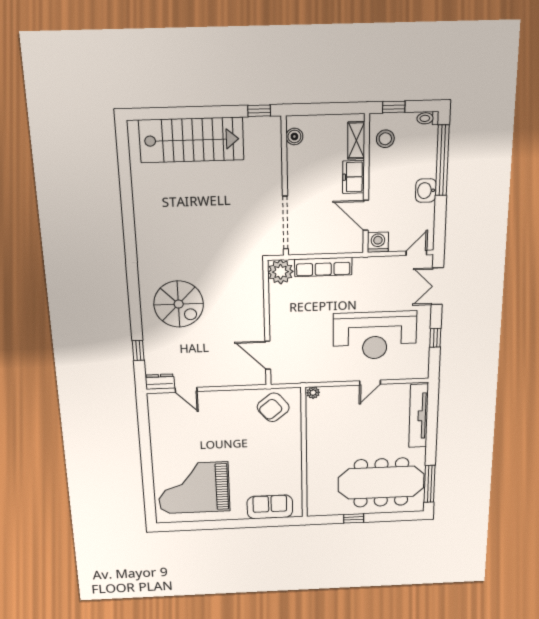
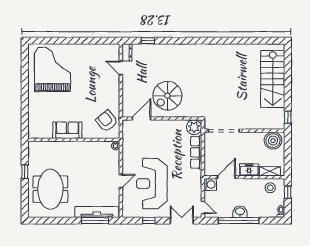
boiler: (294, 136) -> (273, 141), width x1.86, depth x1.86
window: (442, 160) -> (239, 221), moved
spiral stairs: (179, 304) -> (167, 96), moved
door: (370, 383) -> (121, 181), swing flipped
door: (186, 390) -> (121, 68), hinge flipped
meeting table: (381, 483) -> (50, 189), width x0.73
window: (430, 484) -> (95, 221), moved
sofa: (270, 507) -> (67, 130), moved, turned -90

